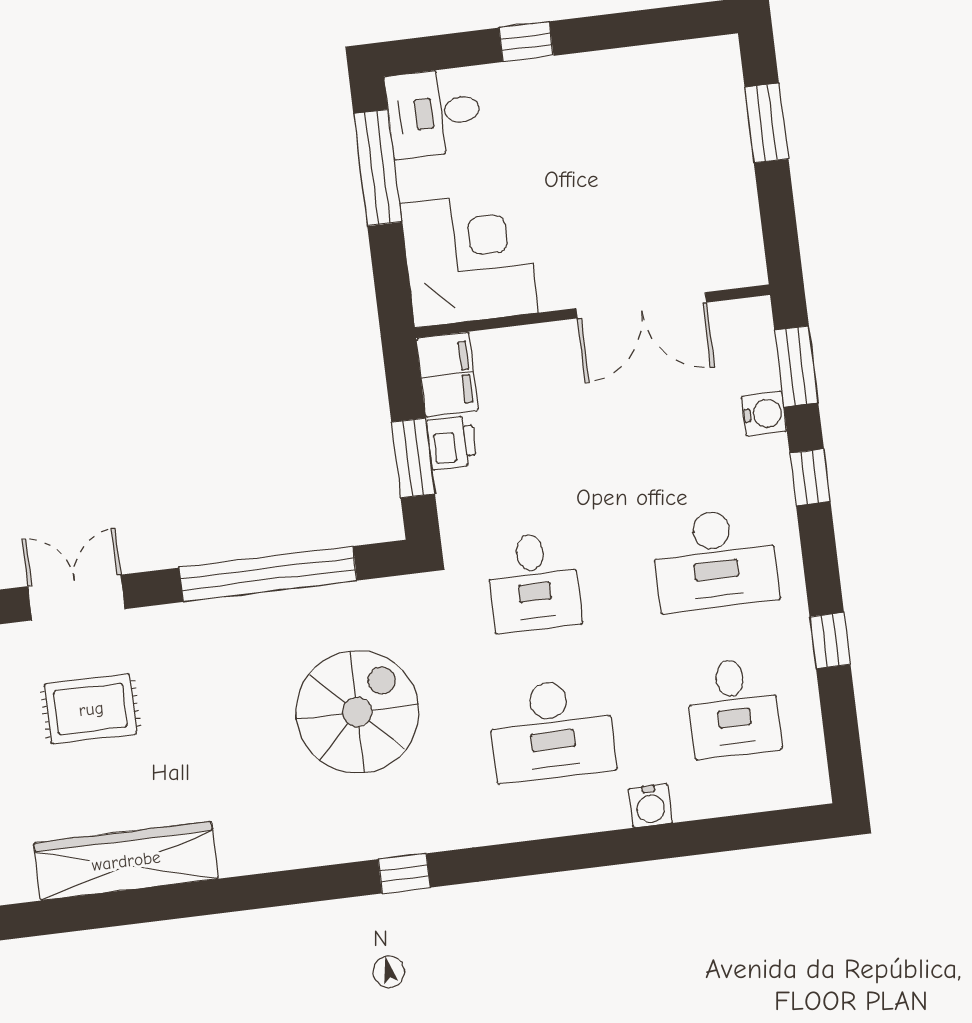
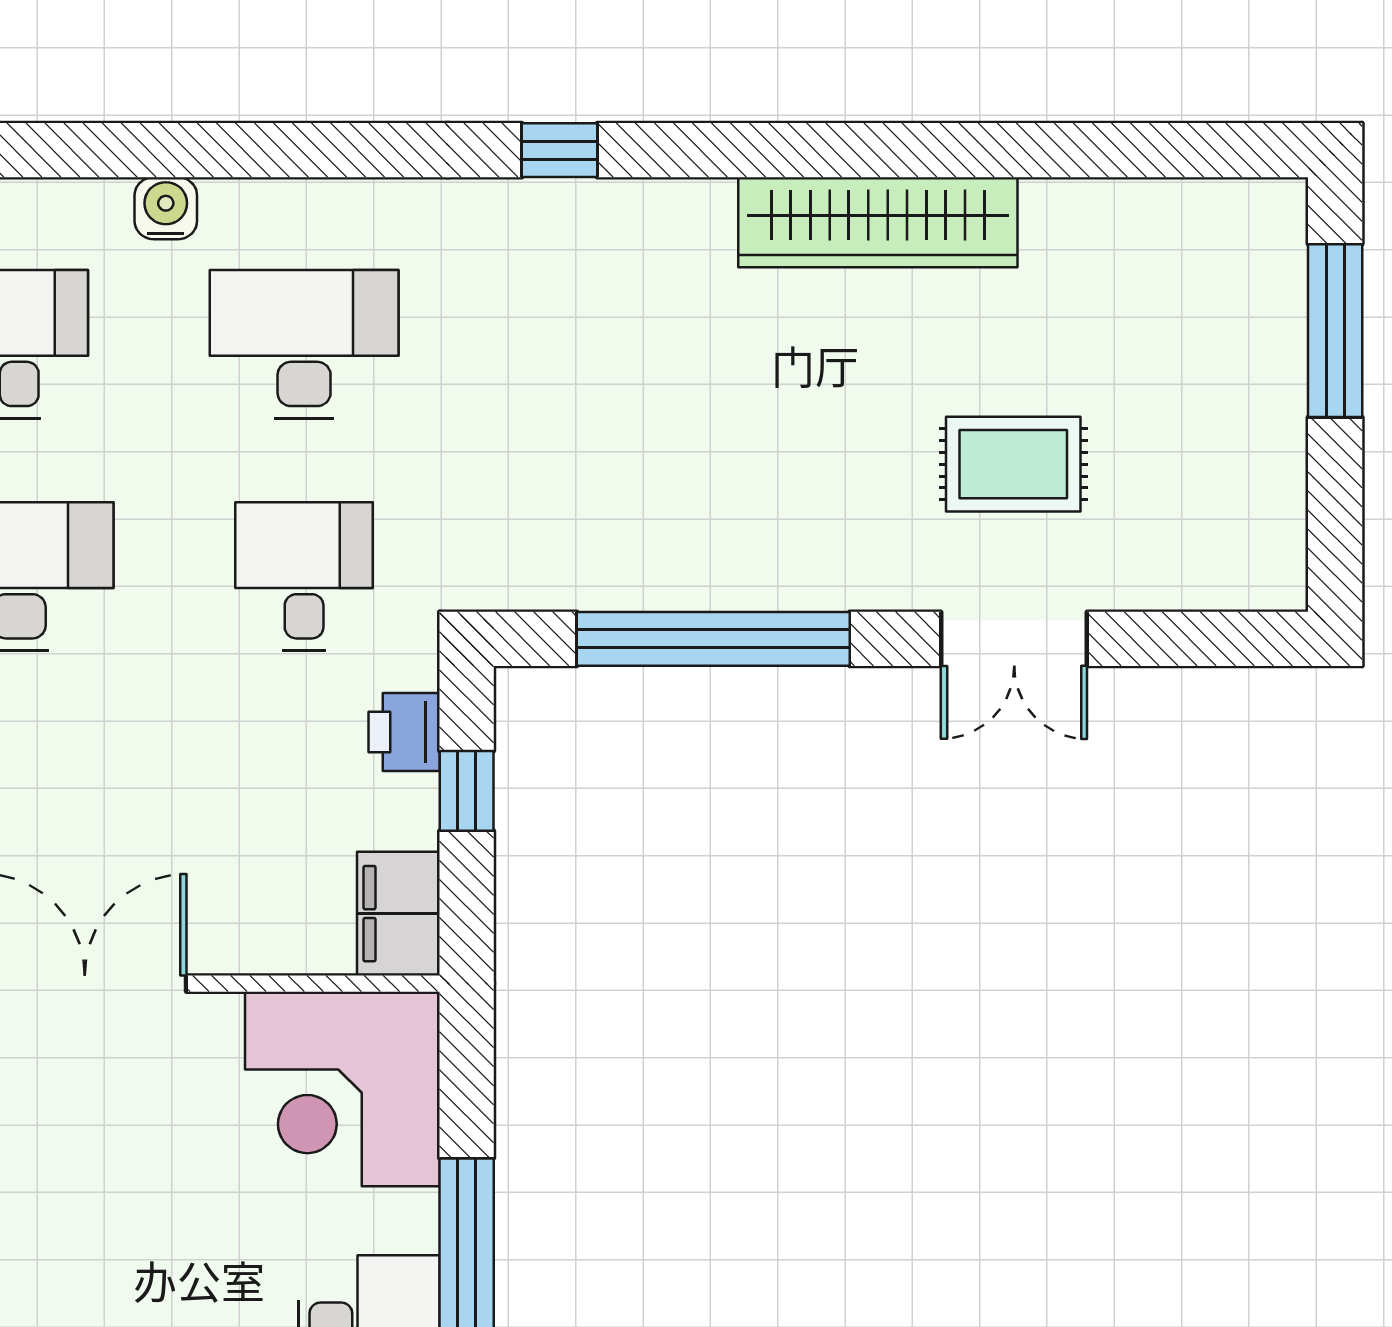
printer: (452, 443) -> (404, 732), moved
window: (413, 458) -> (467, 791), width x0.67
spiral stairs: (357, 712) -> (601, 409), removed
wardrobe: (126, 861) -> (878, 222), moved

